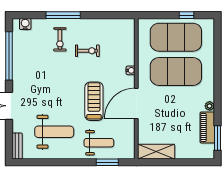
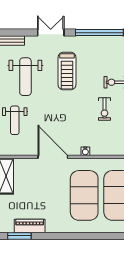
treadmill: (94, 101) -> (67, 71), moved, turned 90
plant: (210, 106) -> (51, 228), removed

